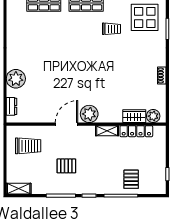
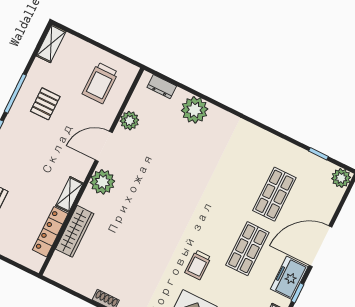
wardrobe: (134, 116) -> (75, 231), width x1.50
plant: (153, 116) -> (129, 121), moved
door: (67, 124) -> (104, 146), swing flipped
pallet: (66, 166) -> (45, 104), moved

